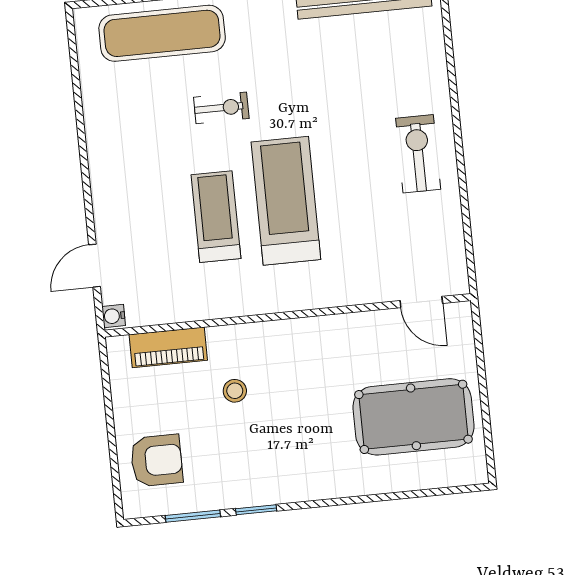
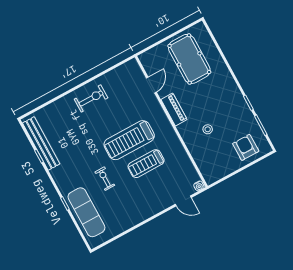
exercise bike: (418, 154) -> (91, 98), turned 180
door: (421, 302) -> (151, 85), moved
piano: (168, 347) -> (174, 109), moved

